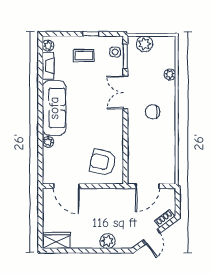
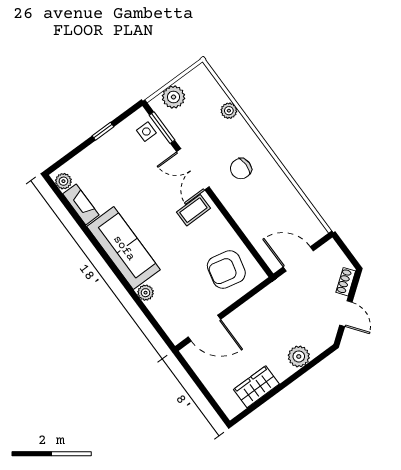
coffee table: (84, 56) -> (193, 210), moved
door: (147, 186) -> (298, 259), swing flipped
wardrobe: (56, 241) -> (256, 387), moved

